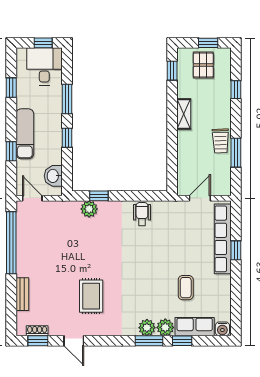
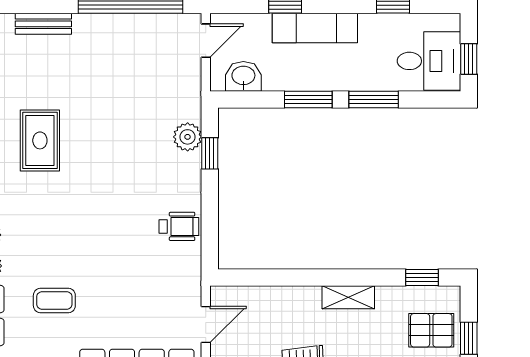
window: (67, 138) -> (308, 99), width x1.50
door: (200, 198) -> (206, 325), hinge flipped
rug: (91, 296) -> (40, 140), turned 90

